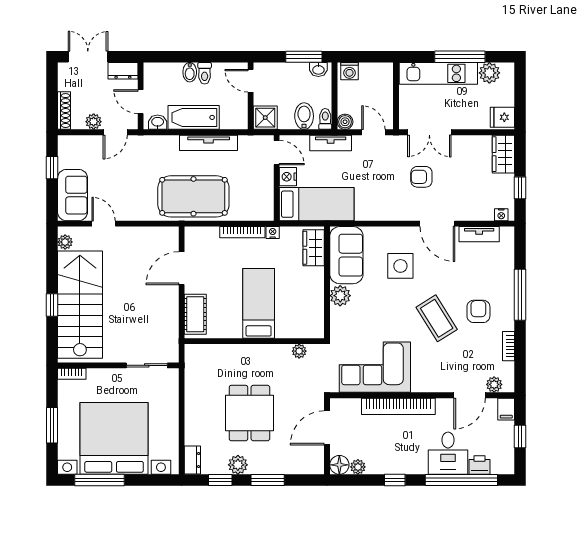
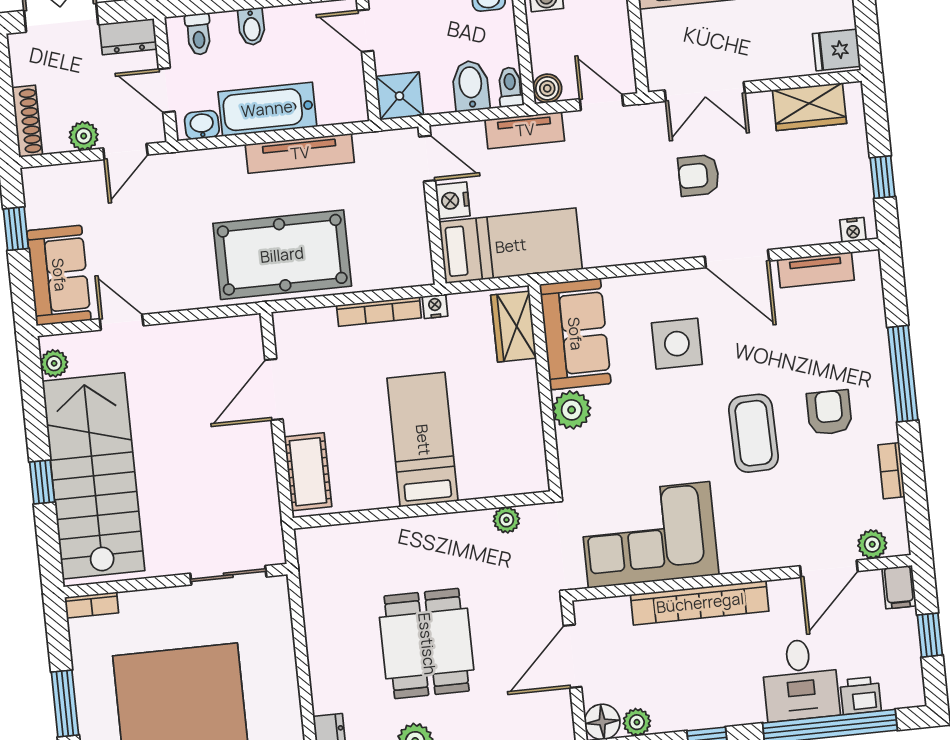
toilet: (205, 73) -> (198, 34), moved
wardrobe: (503, 154) -> (809, 107), moved, turned -90
coffee table: (437, 318) -> (754, 433), turned 31

